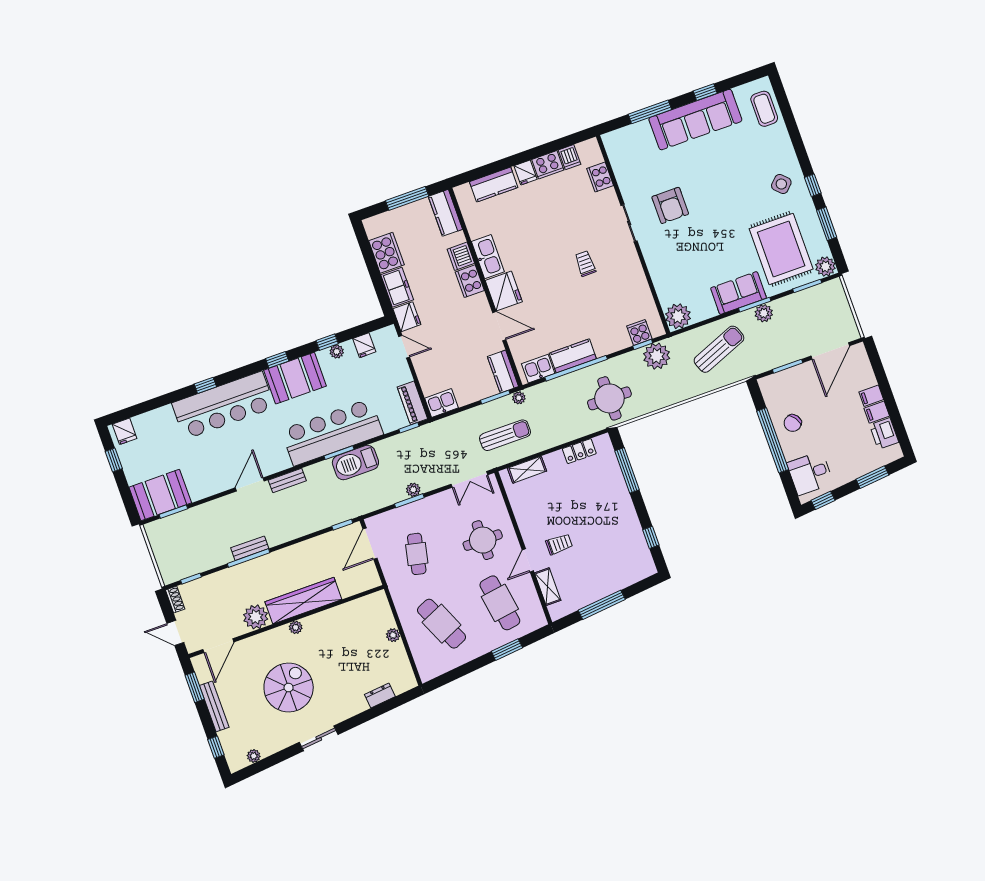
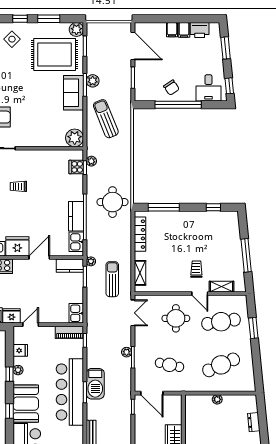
plant: (657, 356) -> (91, 161), width x0.53, depth x0.53
locker: (579, 451) -> (140, 234), width x1.53

